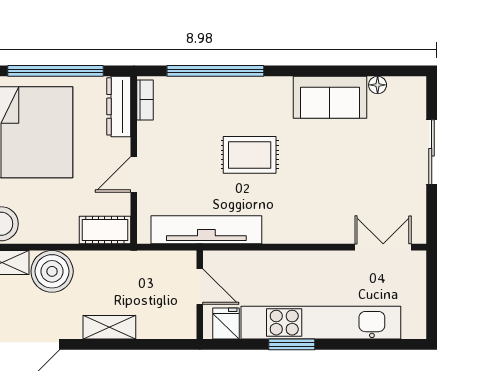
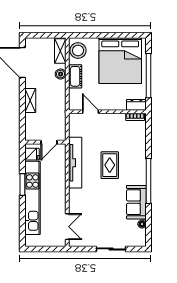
window: (215, 71) -> (149, 181), moved
dresser: (119, 106) -> (136, 105), width x0.70
door: (134, 174) -> (90, 112), moved
cot: (105, 230) -> (75, 76), moved
tv unit: (206, 230) -> (75, 163), moved
boiler: (52, 271) -> (61, 74), width x0.54, depth x0.54

